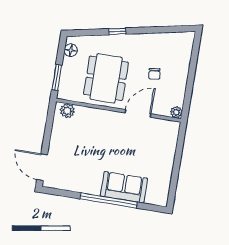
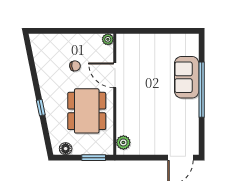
dining table: (106, 78) -> (87, 111), turned 90

